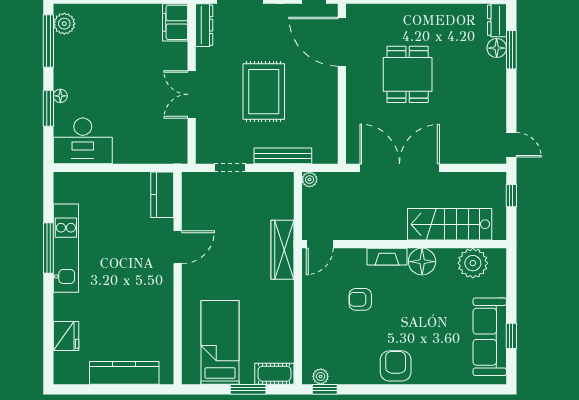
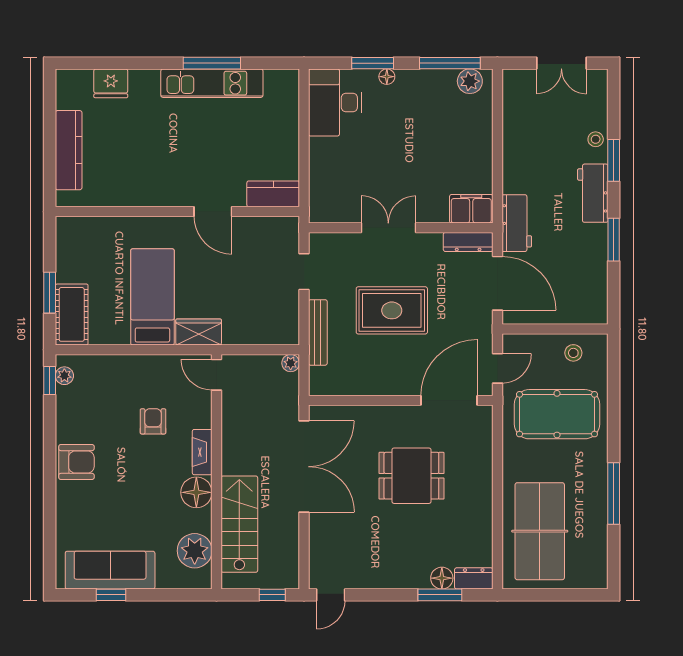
wardrobe: (282, 250) -> (199, 332), width x0.67
bed: (220, 342) -> (152, 297), moved, turned -90
cot: (274, 374) -> (72, 314), width x1.37, depth x1.34

